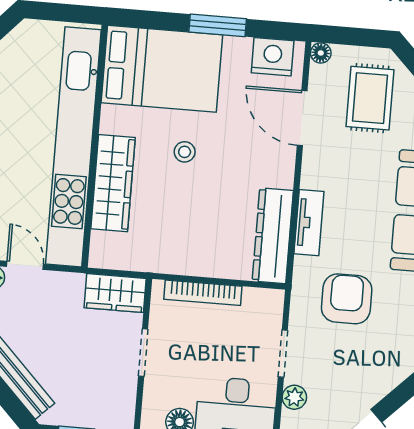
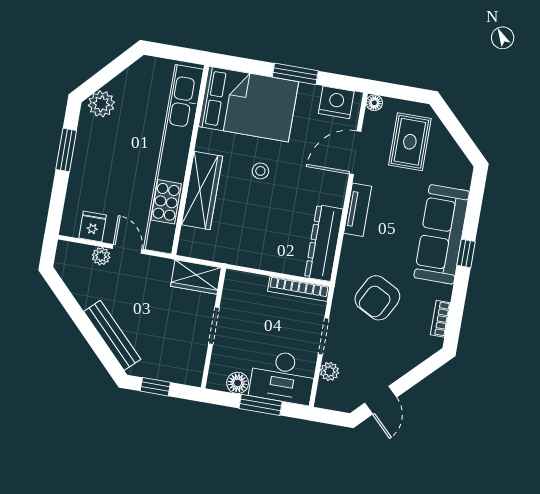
door: (302, 118) -> (355, 153), hinge flipped
tv unit: (309, 223) -> (358, 210), moved
bookcase: (203, 293) -> (299, 289), moved
armchair: (347, 299) -> (377, 298), turned -152

